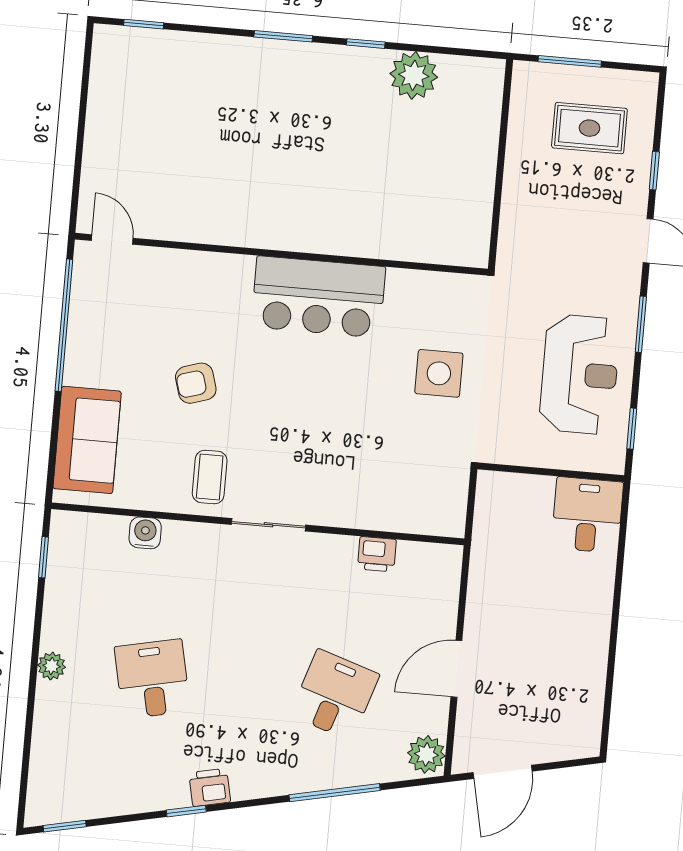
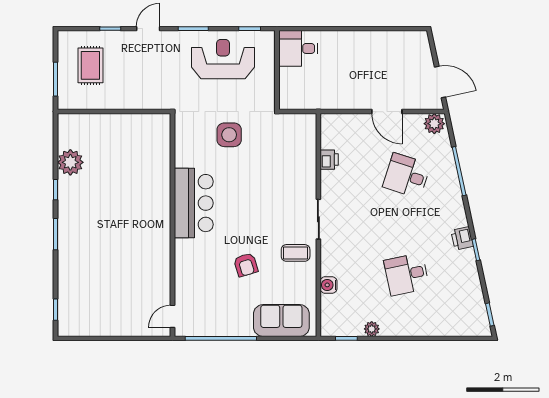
plant: (52, 666) -> (372, 329), moved

